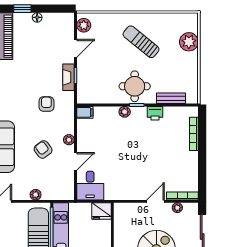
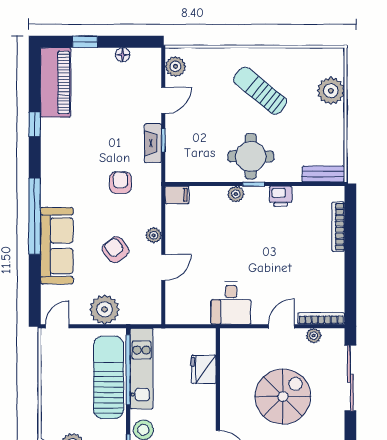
floor lamp: (37, 17) -> (123, 55), moved
bench: (171, 98) -> (323, 174), moved
desk: (90, 186) -> (231, 303), moved
plant: (36, 195) -> (104, 309), width x1.87, depth x1.87
fridge: (101, 211) -> (204, 369), moved, turned 90

